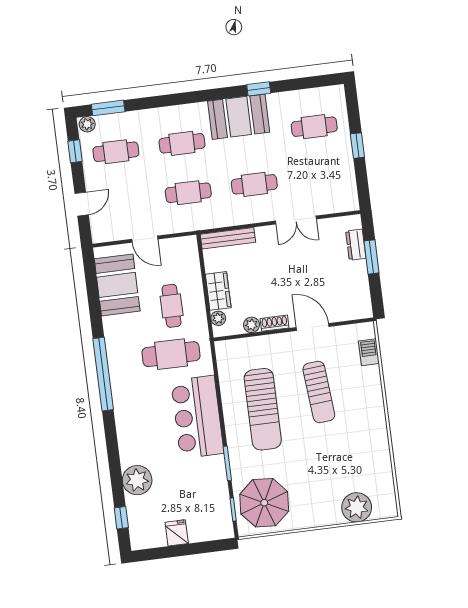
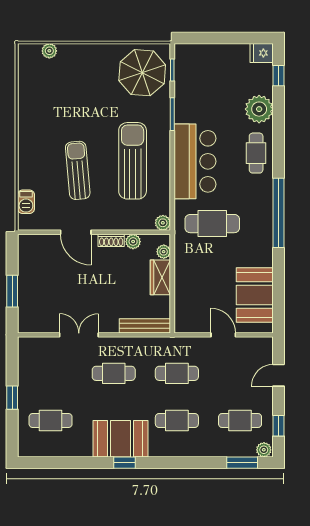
window: (259, 89) -> (124, 463), moved
dresser: (356, 245) -> (25, 305), removed
cafe table: (172, 306) -> (256, 153), moved
plant: (223, 348) -> (163, 223), added
plant: (357, 507) -> (49, 51), width x0.53, depth x0.53
fridge: (177, 533) -> (262, 53), moved, turned 90

